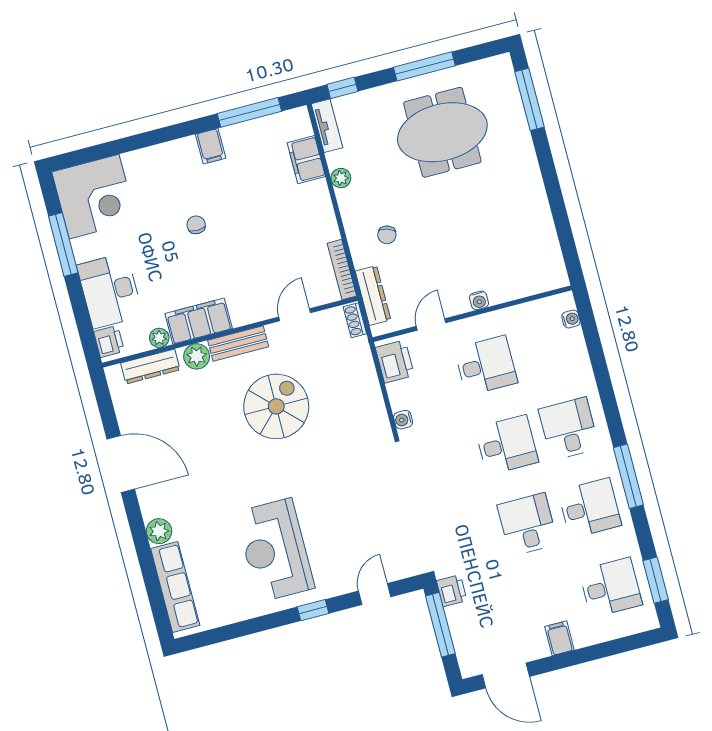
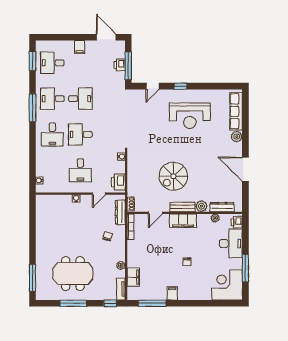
filing cabinet: (199, 321) -> (183, 221), moved
desk: (486, 366) -> (80, 170), turned -90
desk: (528, 524) -> (80, 99), turned -90
reception desk: (275, 550) -> (190, 116), turned 90
printer: (452, 591) -> (120, 65), moved

